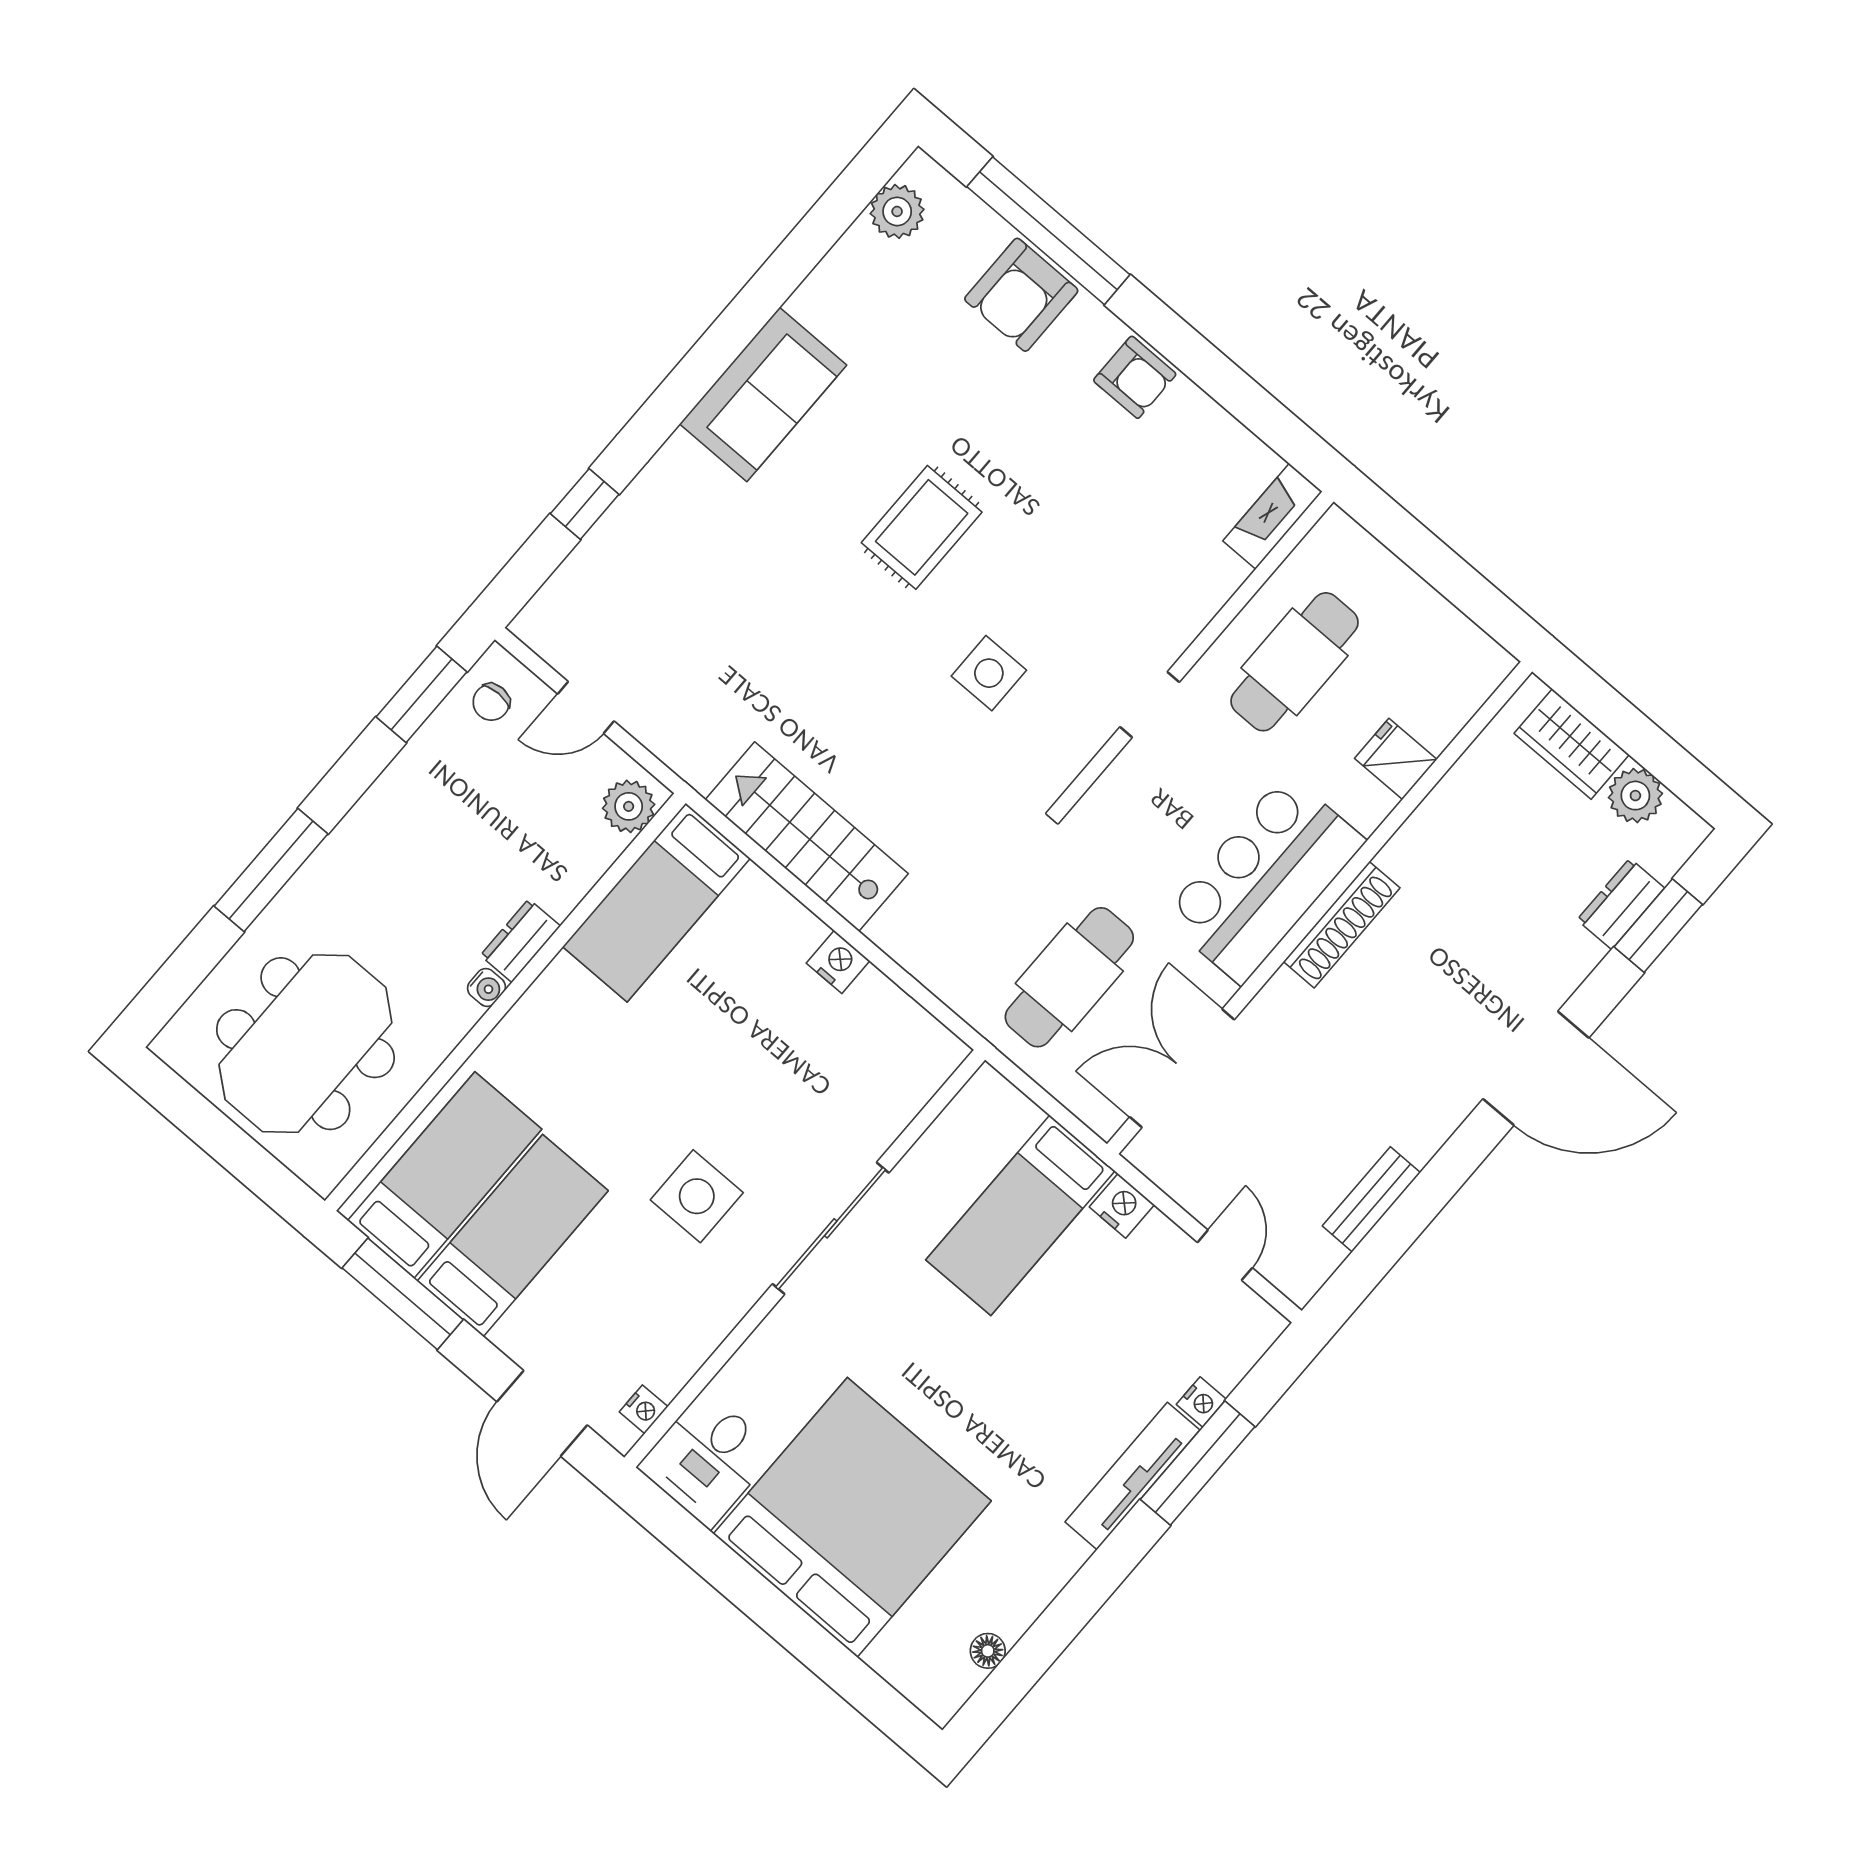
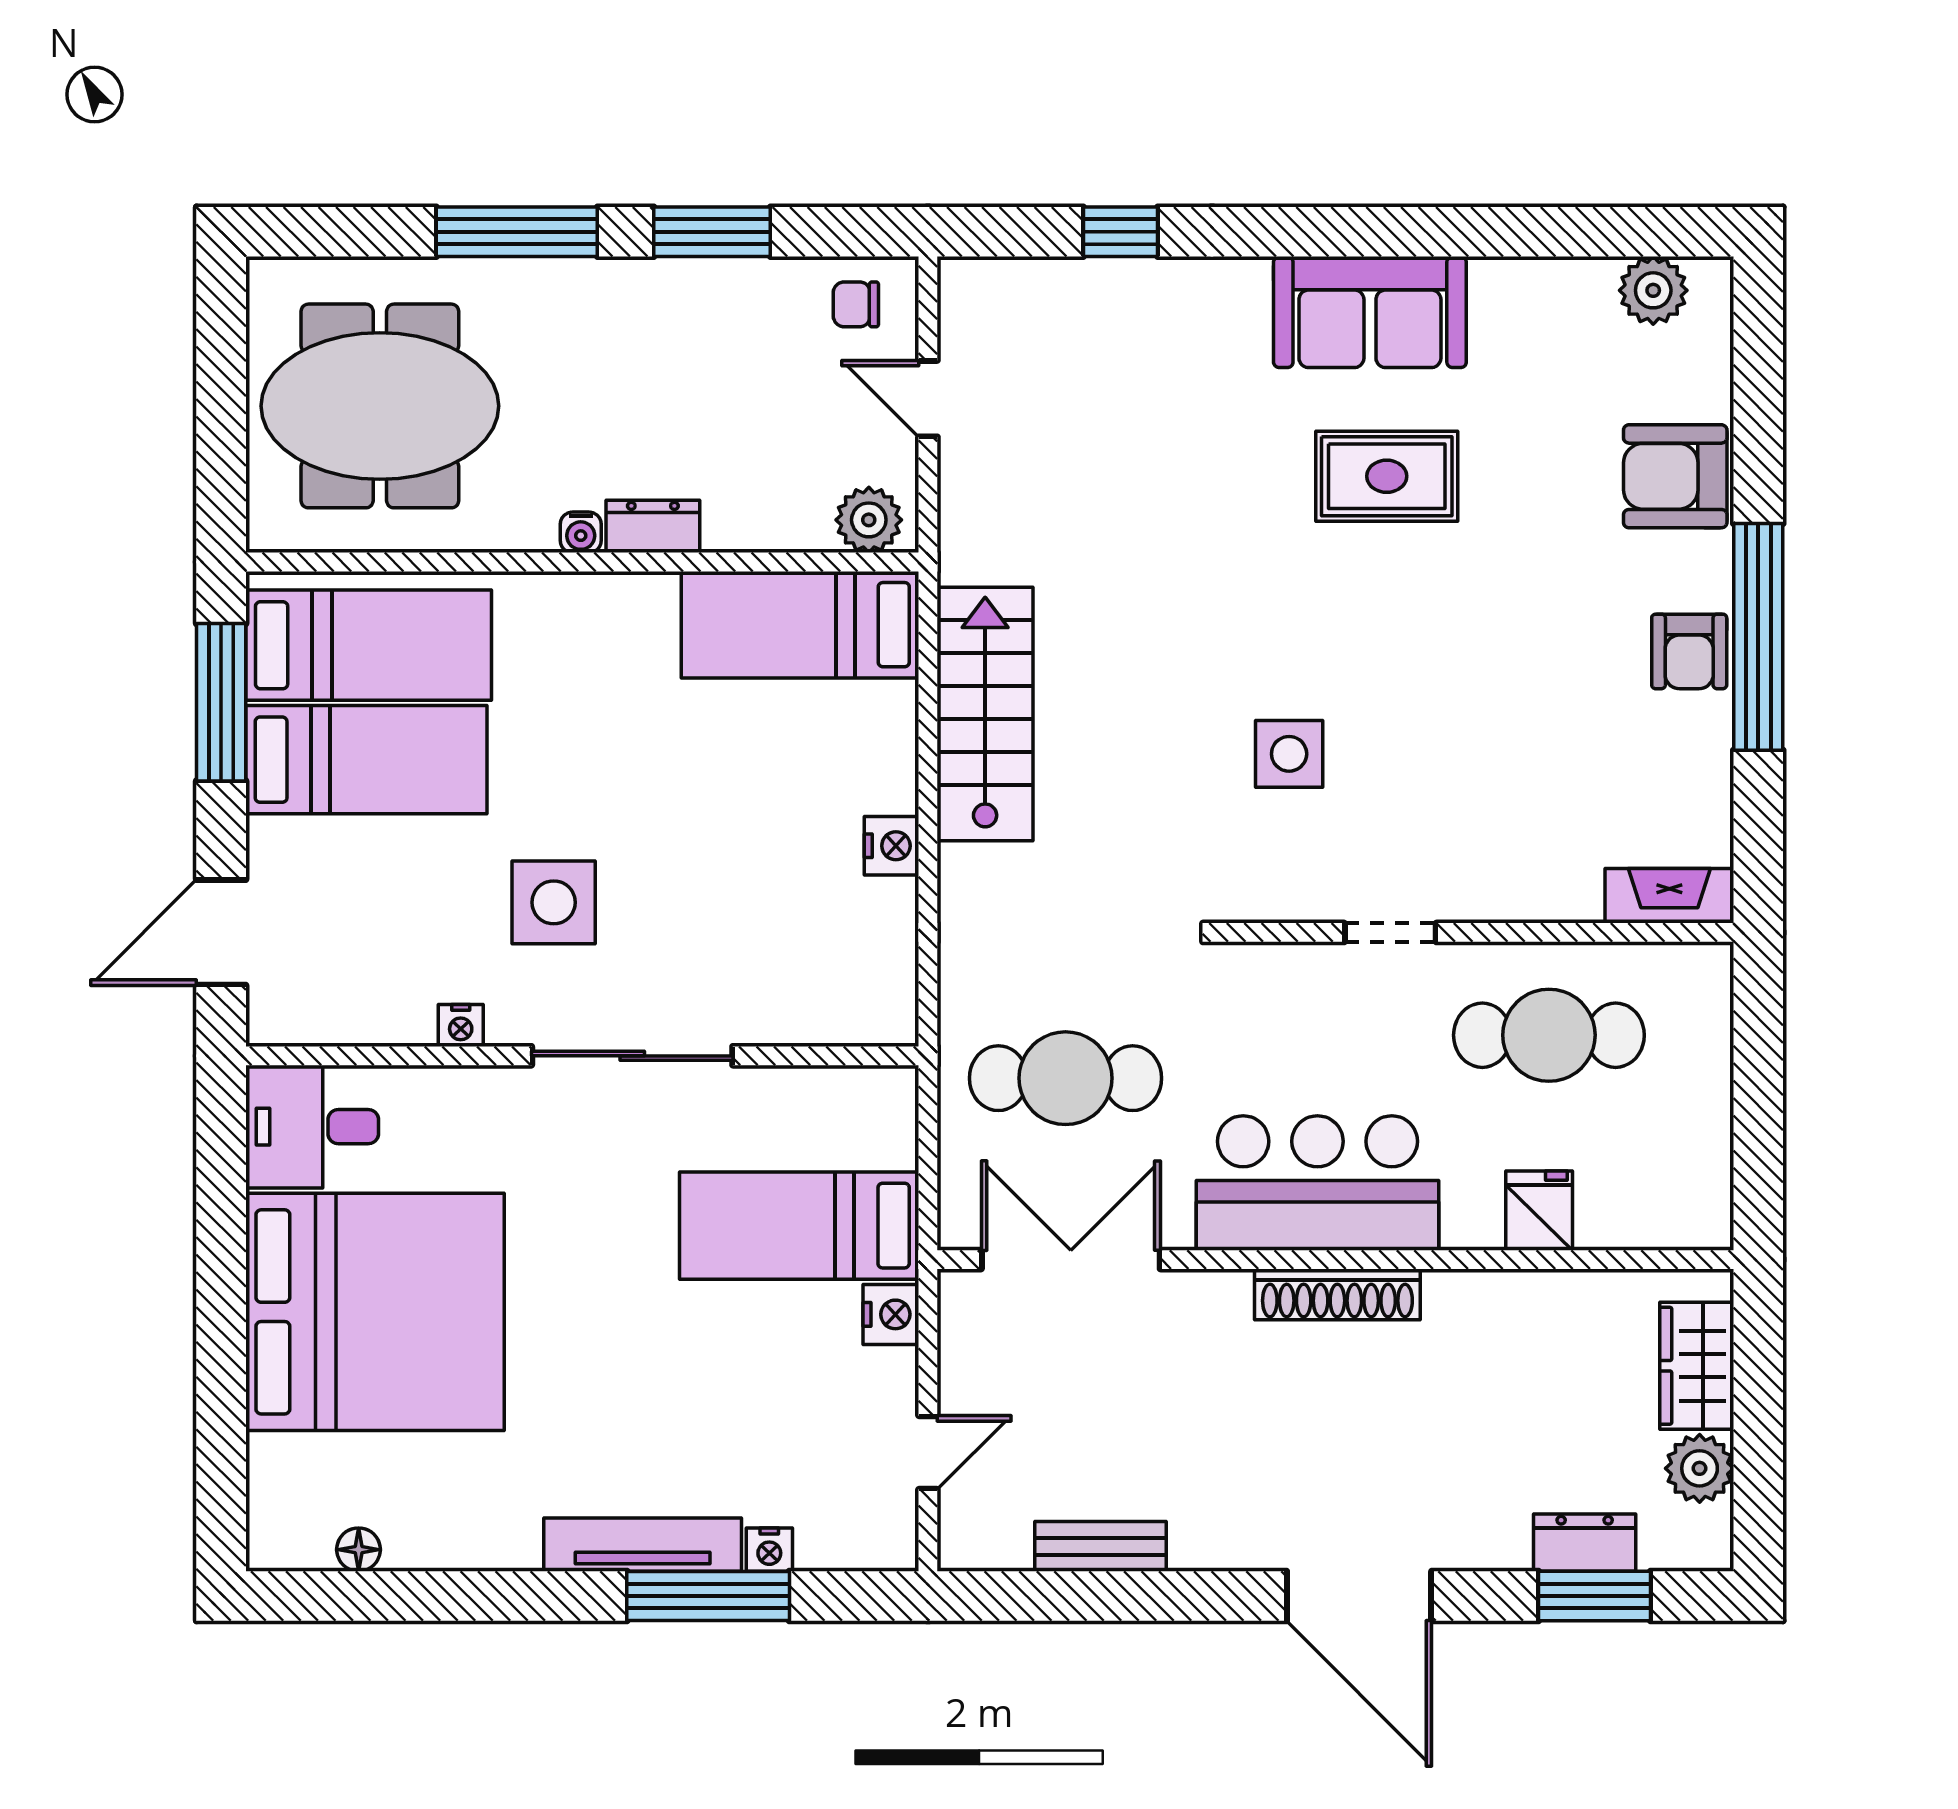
window: (1048, 231) -> (1758, 637), moved
rug: (922, 527) -> (1387, 476), moved
window: (421, 694) -> (712, 232), moved
nightstand: (644, 1409) -> (461, 1025), moved

